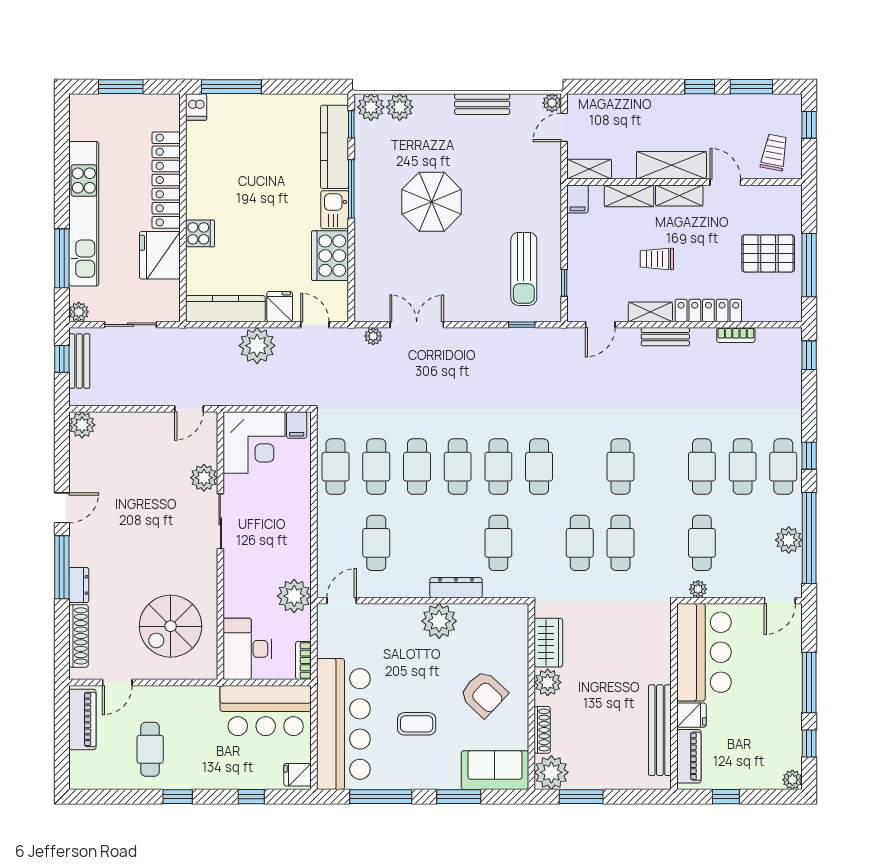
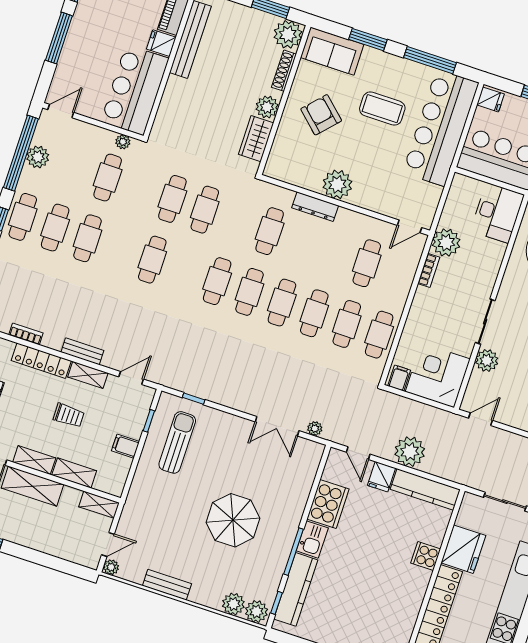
filing cabinet: (578, 199) -> (125, 446), moved, turned -90
bookcase: (303, 660) -> (429, 270), moved
coffee table: (417, 724) -> (382, 109), width x1.36, depth x1.30

